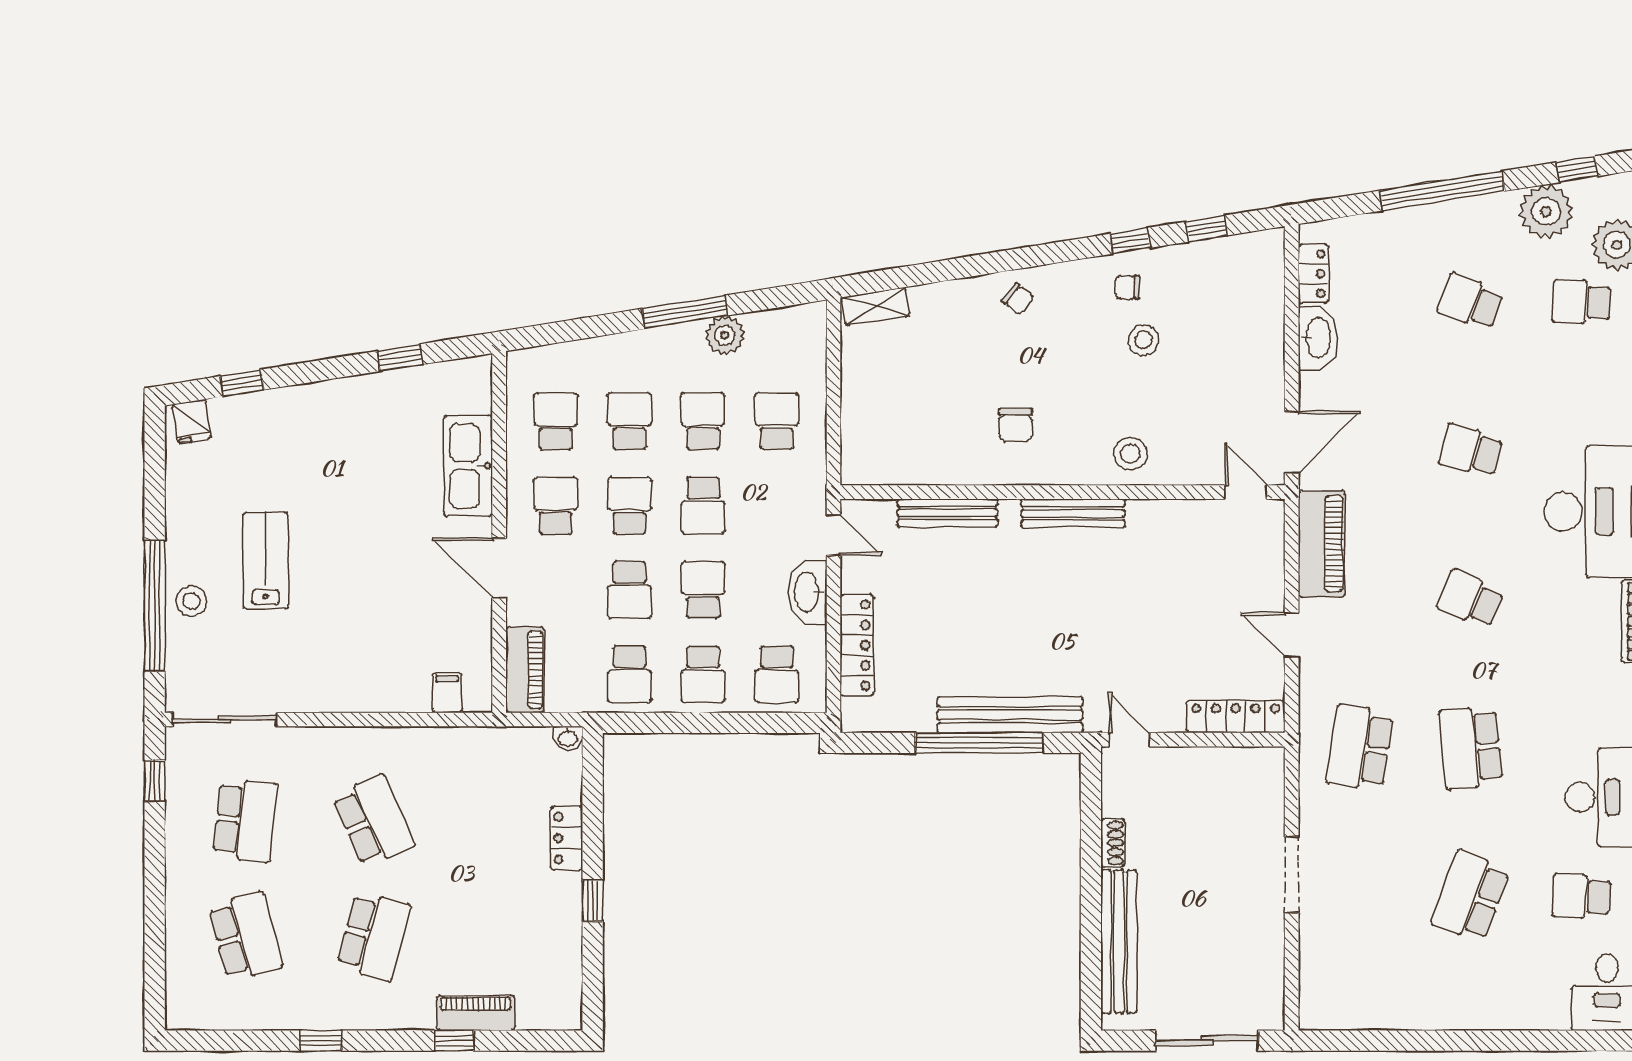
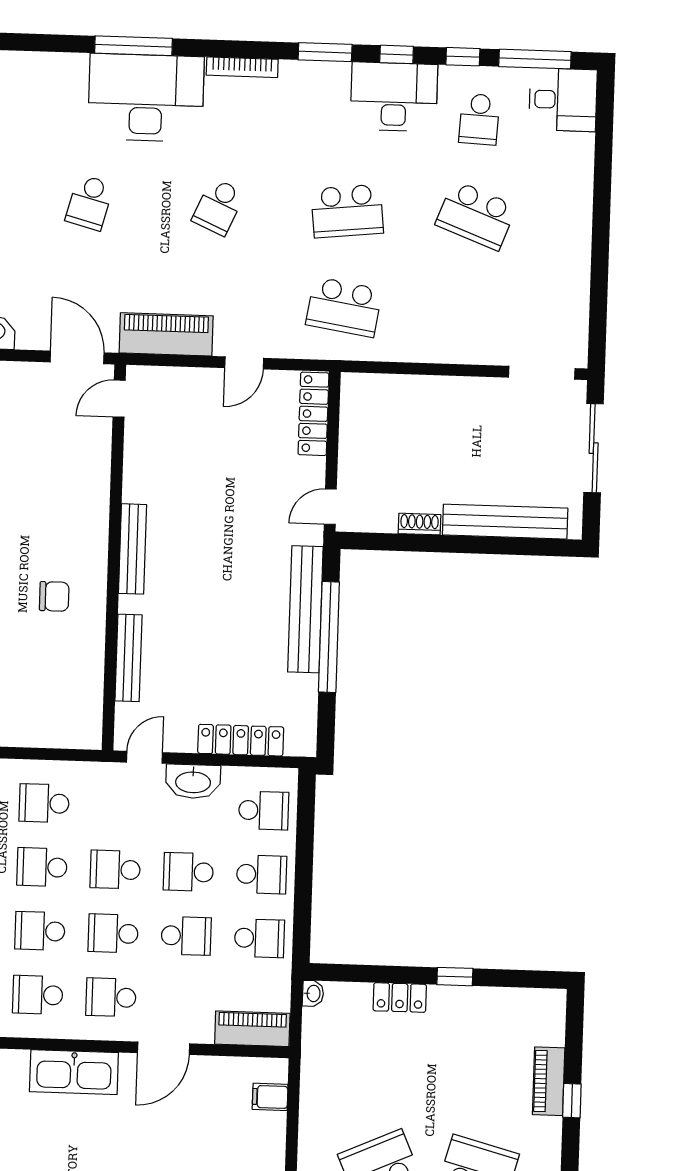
stool: (1130, 454) -> (82, 498), removed
school desk: (703, 506) -> (115, 870), turned 180
doorway: (1292, 875) -> (542, 373), moved

